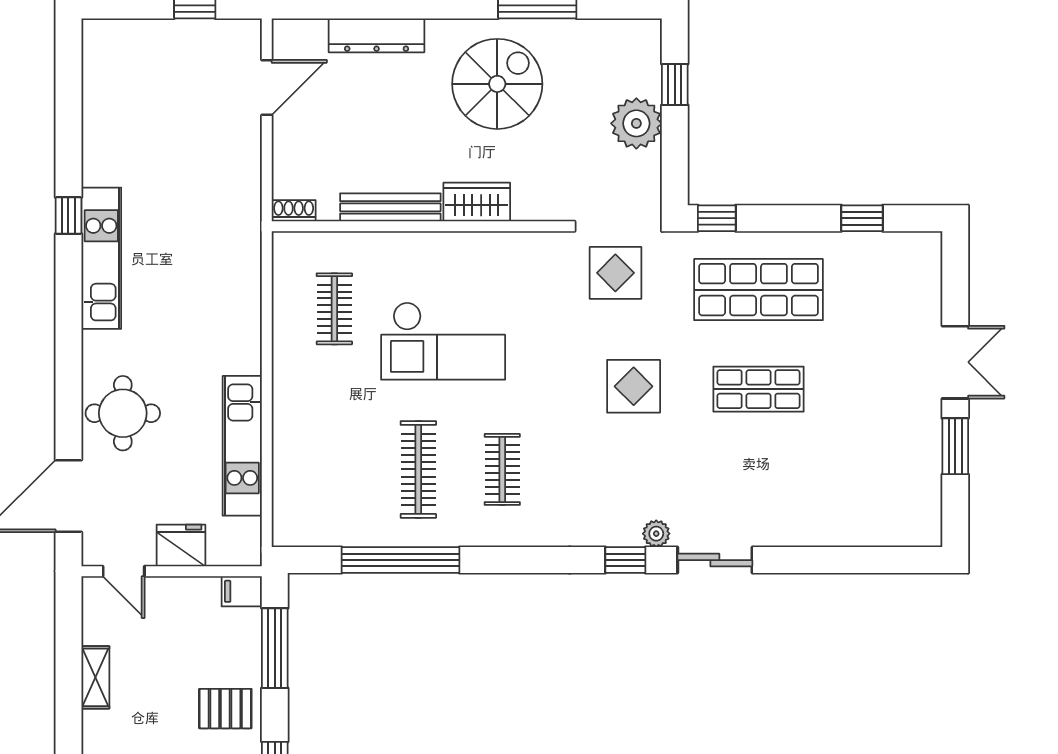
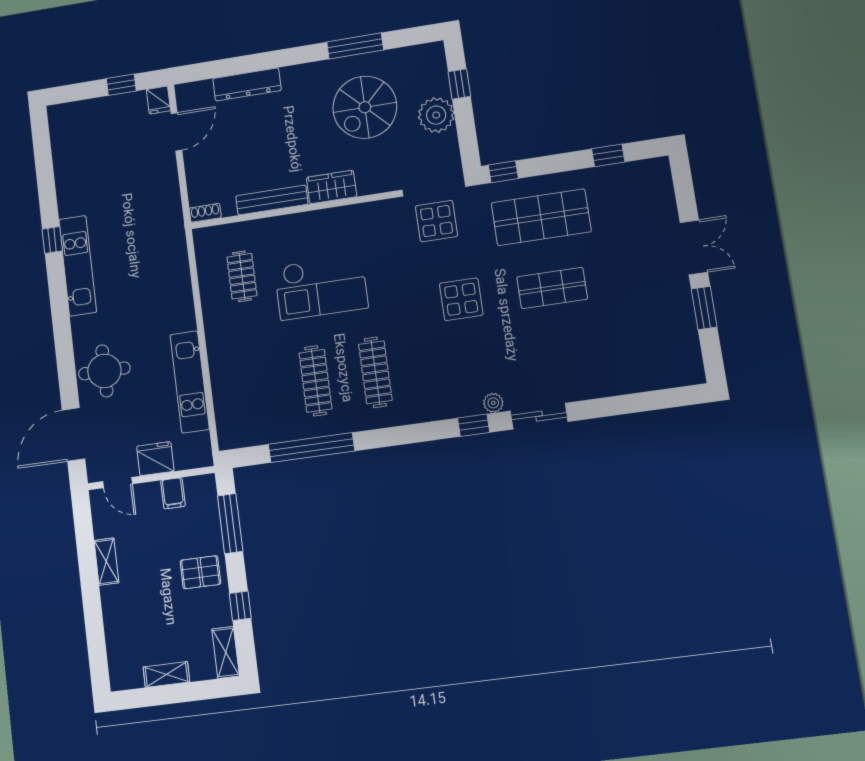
fridge: (246, 37) -> (158, 100), added
spiral stairs: (497, 84) -> (365, 107), moved, turned 180
clothes rail: (502, 469) -> (375, 372), width x1.36
filing cabinet: (242, 591) -> (173, 493), moved, turned -90

